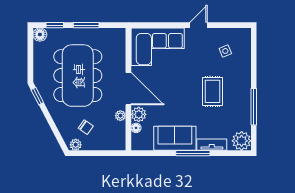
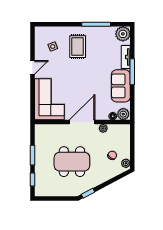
door: (199, 25) -> (32, 67), swing flipped
floor lamp: (40, 35) -> (40, 191), removed
dining table: (78, 76) -> (72, 162), width x0.73, depth x0.80
rug: (213, 91) -> (78, 47), moved, turned 90
plant: (139, 114) -> (123, 114), moved

